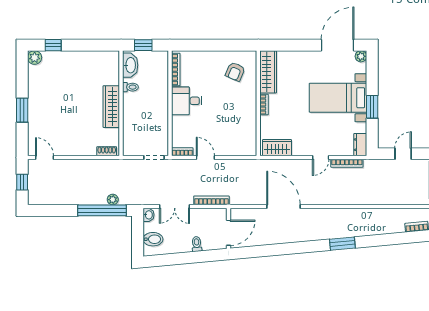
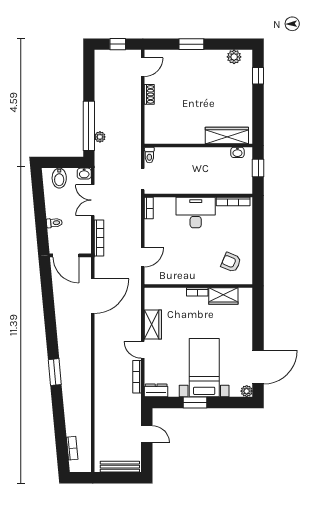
door: (338, 45) -> (258, 367), hinge flipped
plant: (35, 58) -> (234, 57), moved
washbasin: (130, 65) -> (237, 152), width x0.52, depth x0.69
wardrobe: (268, 72) -> (223, 296), width x0.67
toilet: (130, 87) -> (149, 155), moved
desk: (187, 101) -> (196, 213), width x1.37
wardrobe: (111, 107) -> (227, 135), moved
wardrobe: (277, 148) -> (153, 324), moved
shoe rack: (107, 151) -> (149, 94), moved
door: (205, 158) -> (143, 257), moved
door: (284, 207) -> (93, 296), moved

